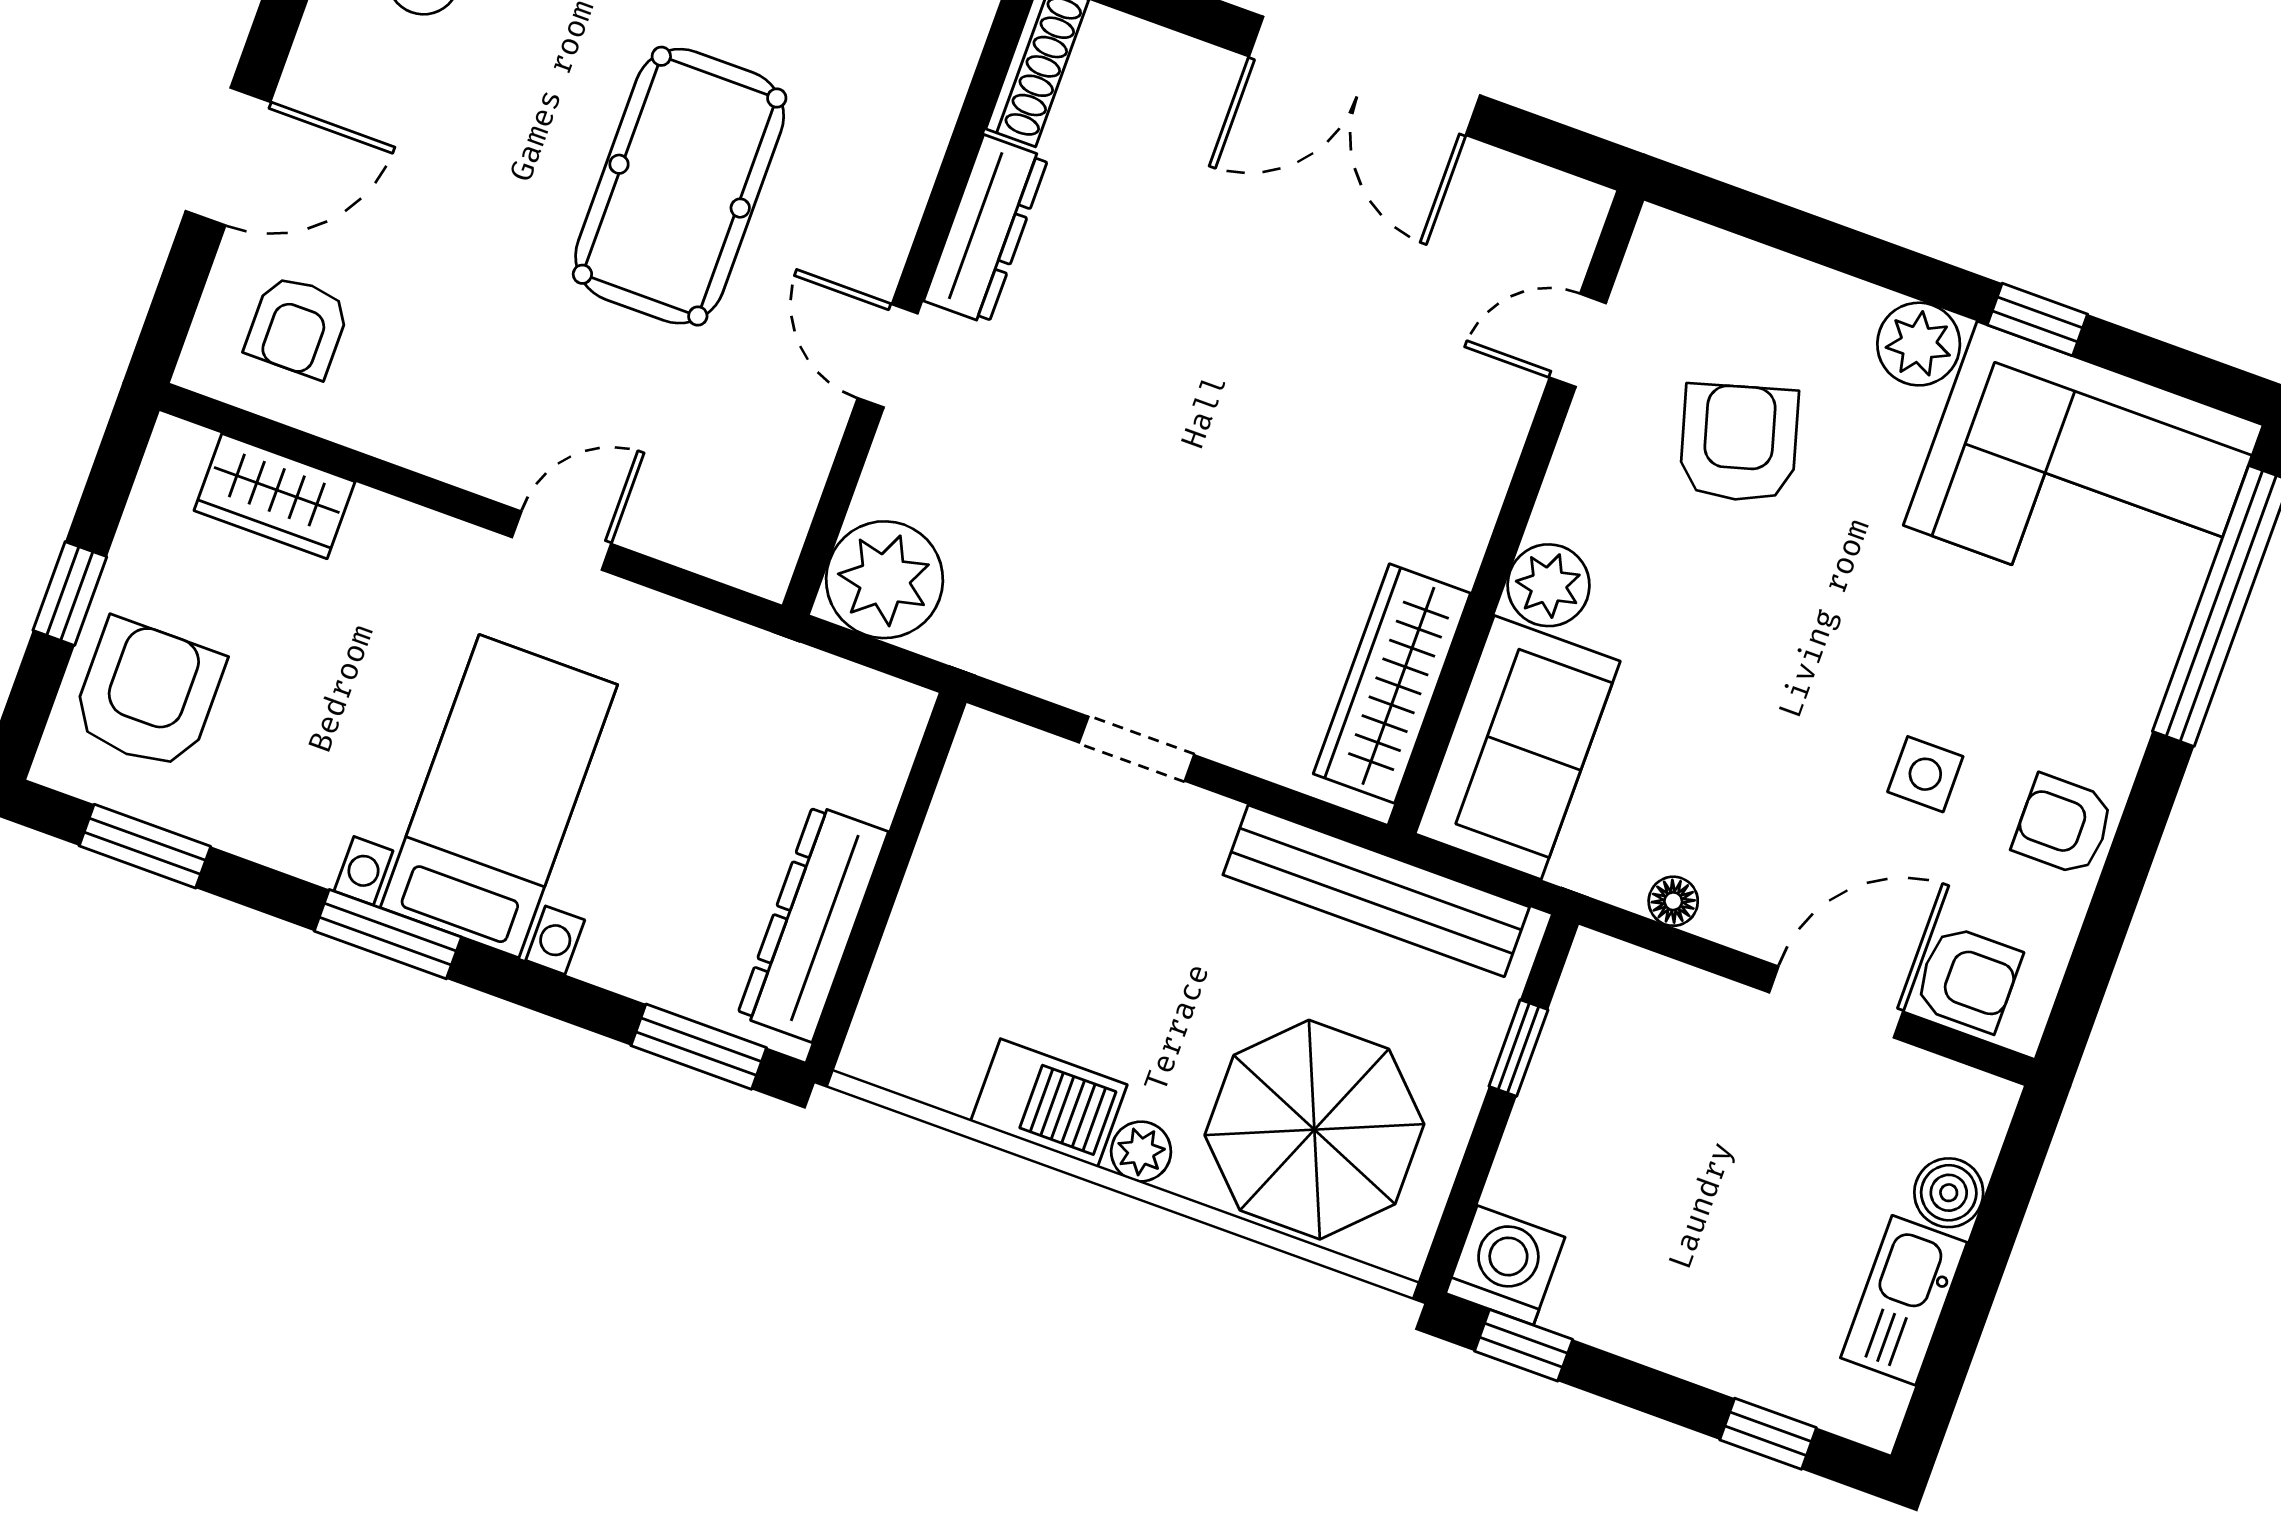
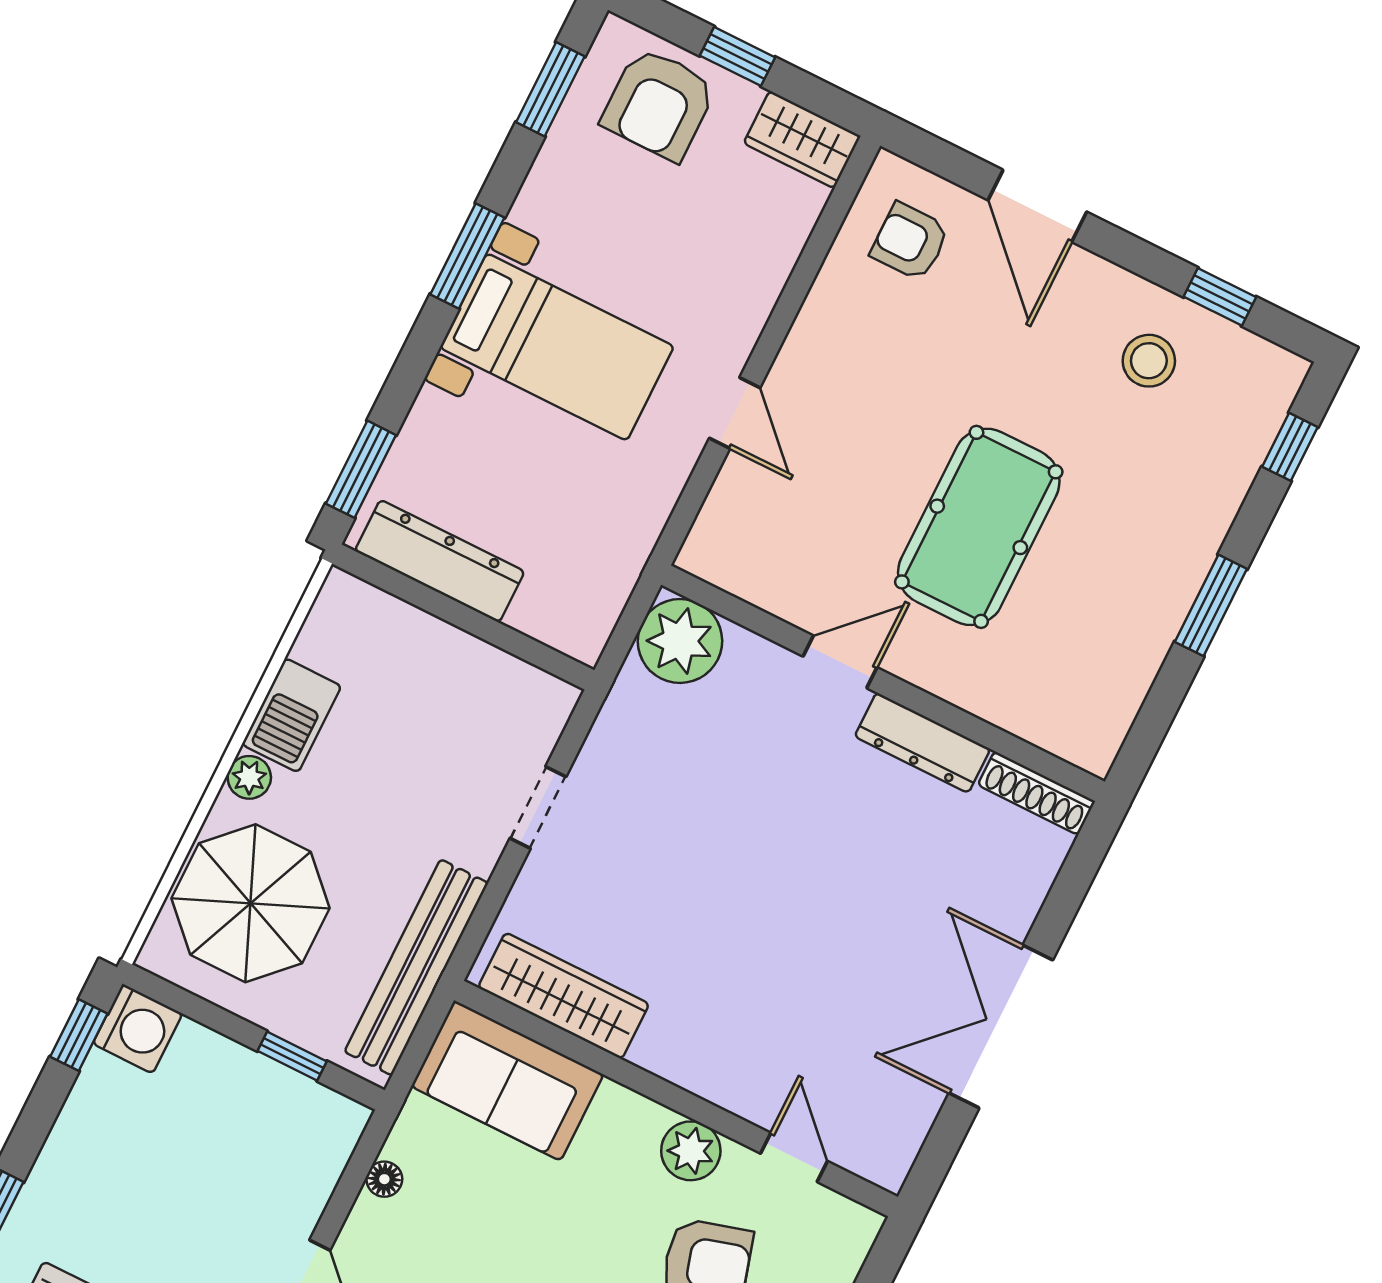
pool table: (680, 186) -> (979, 527), turned 90
wardrobe: (275, 496) -> (802, 140), moved, turned -90
plant: (1548, 585) -> (691, 1151), moved
armchair: (148, 694) -> (659, 104), turned 90

